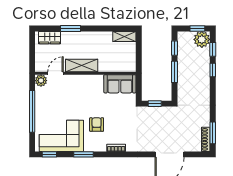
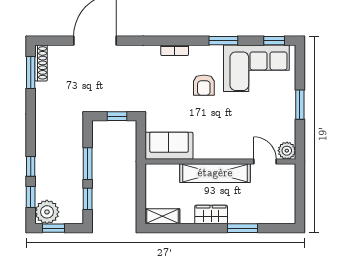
wardrobe: (50, 38) -> (211, 215), moved
shelving: (82, 65) -> (215, 173), width x1.47
door: (56, 73) -> (265, 162), swing flipped
window: (32, 111) -> (300, 105), width x0.47

